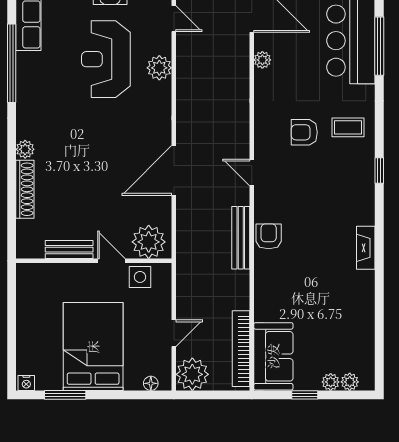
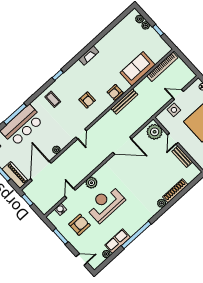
reception desk: (106, 59) -> (105, 204), turned 180
armchair: (304, 132) -> (87, 100), moved
door: (252, 173) -> (81, 134), moved
side table: (140, 277) -> (174, 110), moved
sofa: (273, 356) -> (138, 69), moved
plant: (192, 374) -> (186, 75), removed

